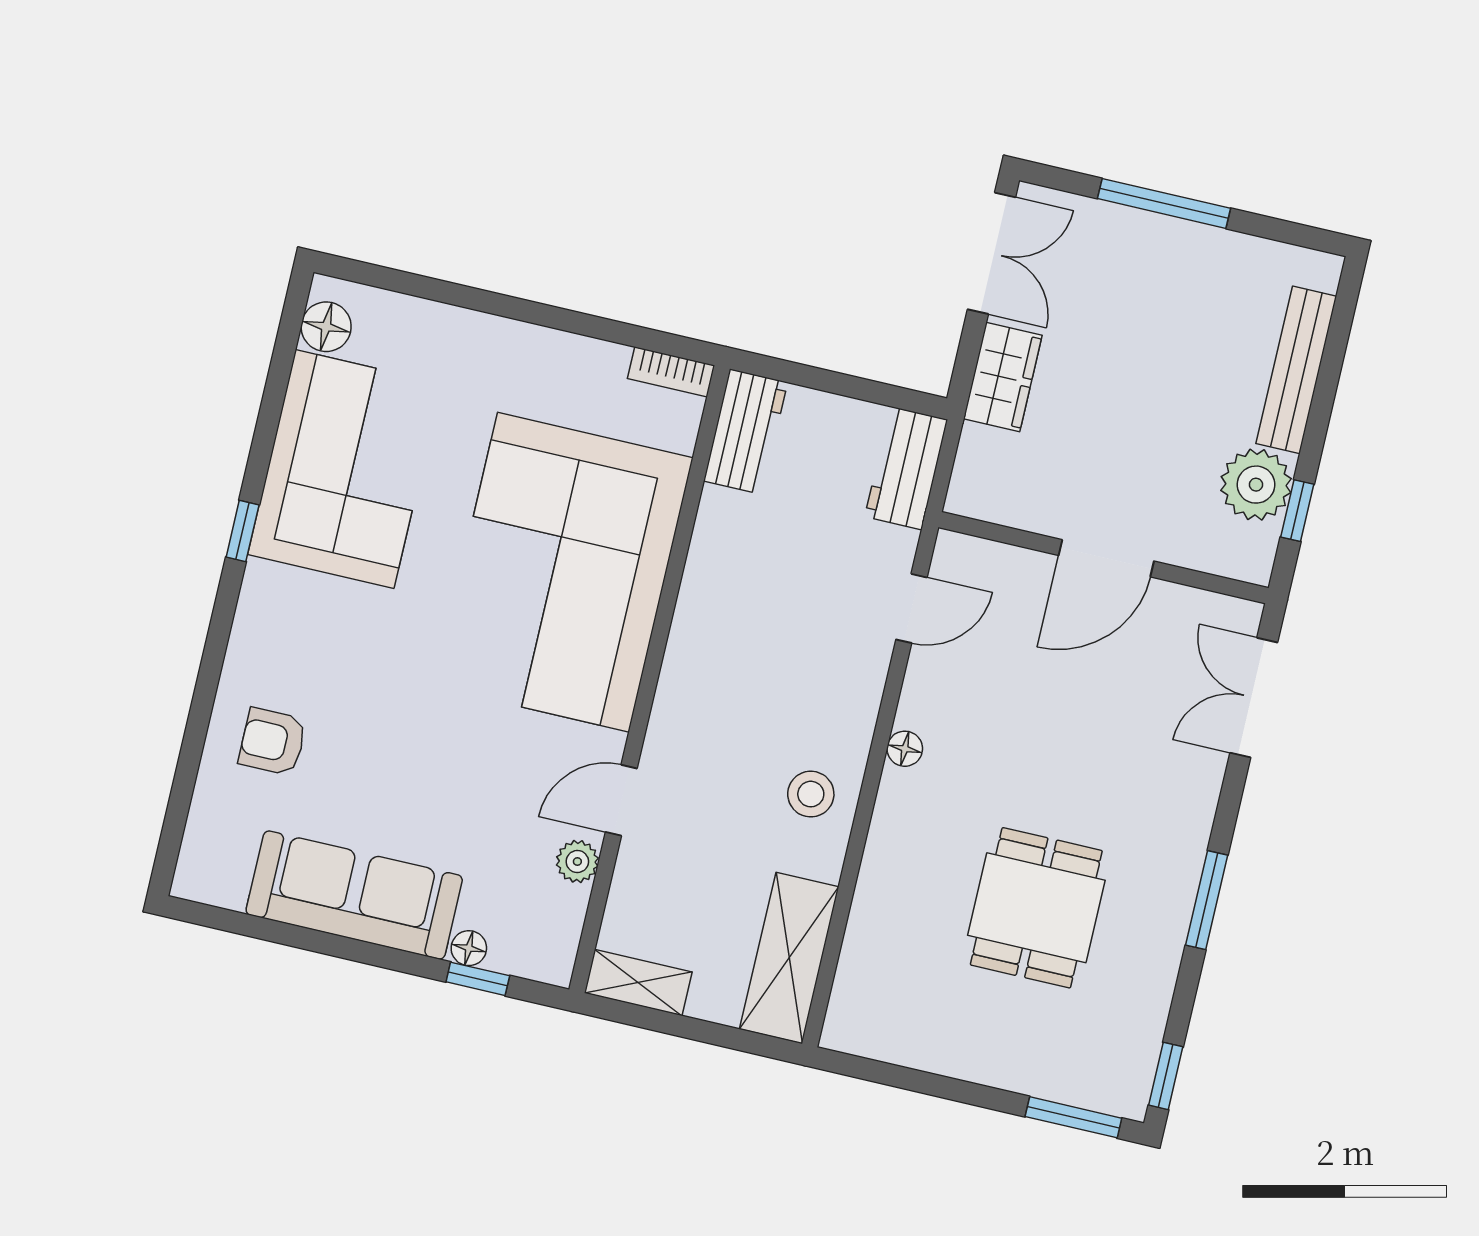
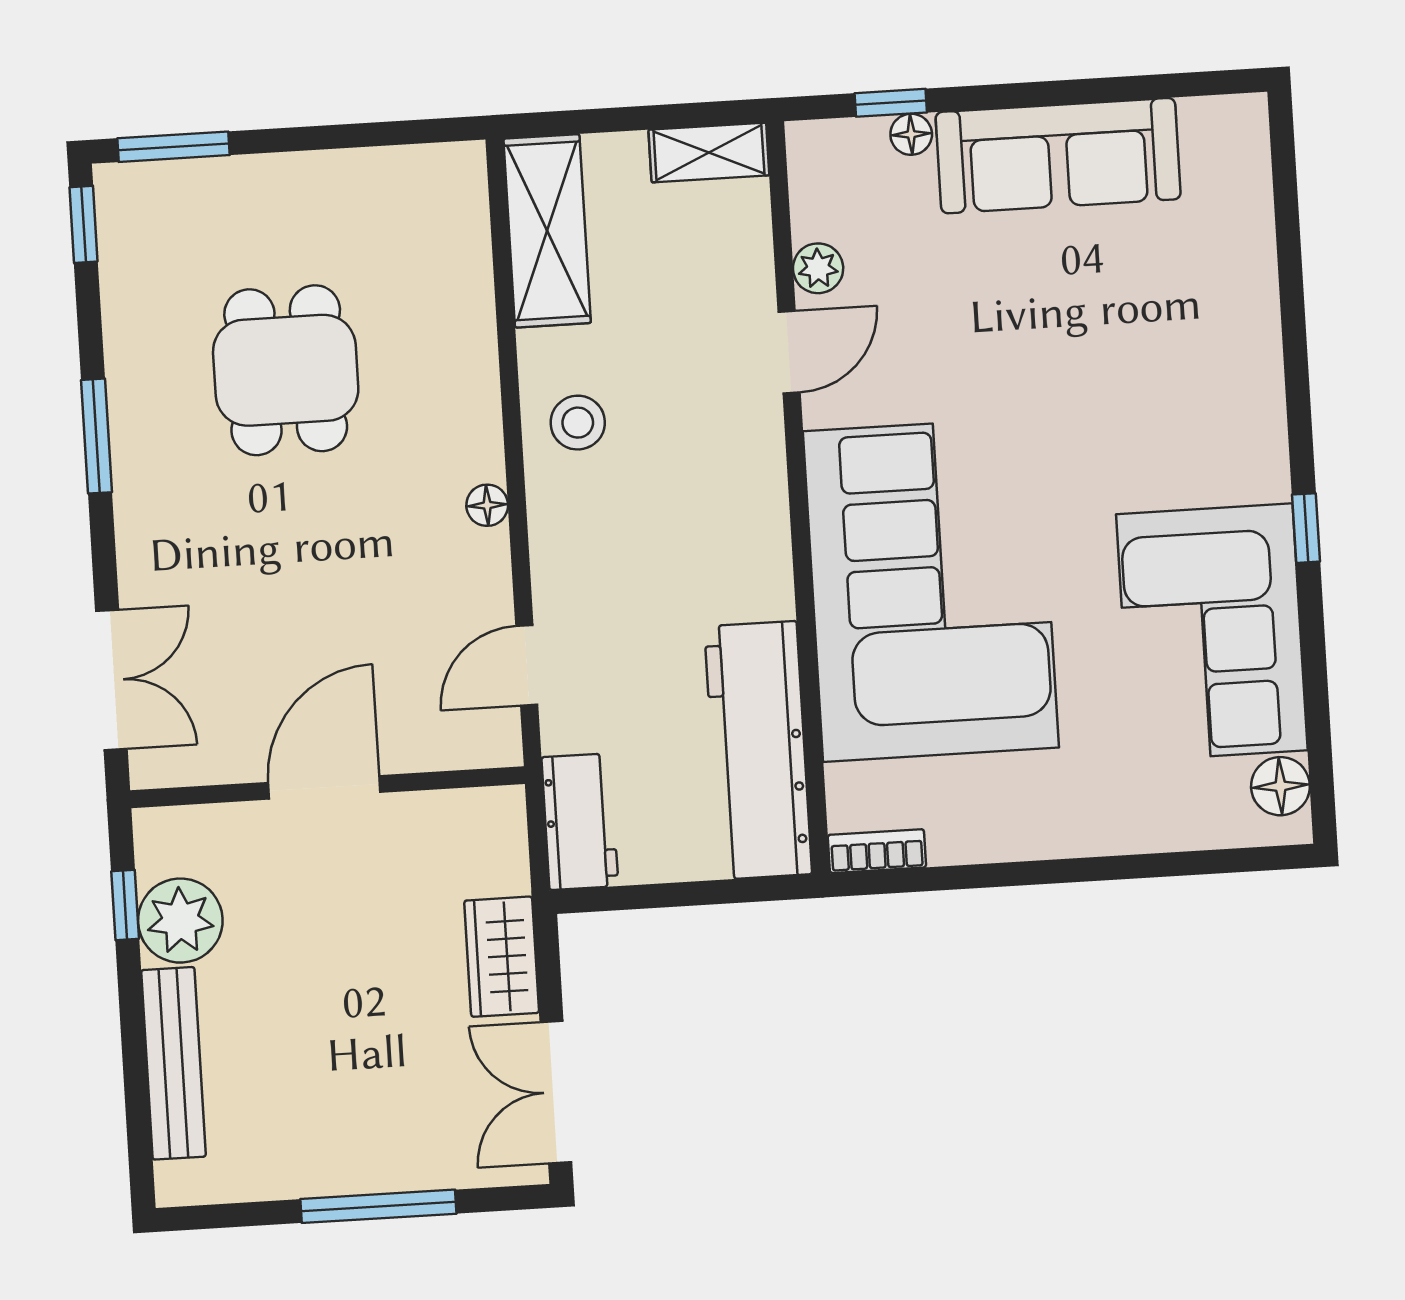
workbench: (746, 432) -> (758, 750), width x1.88, depth x1.32
armchair: (273, 742) -> (1201, 301), removed

